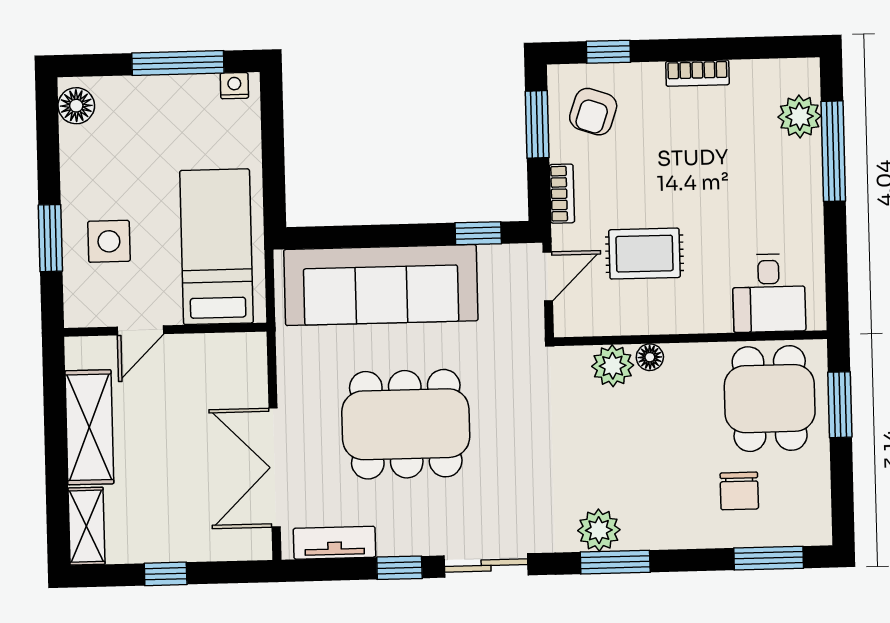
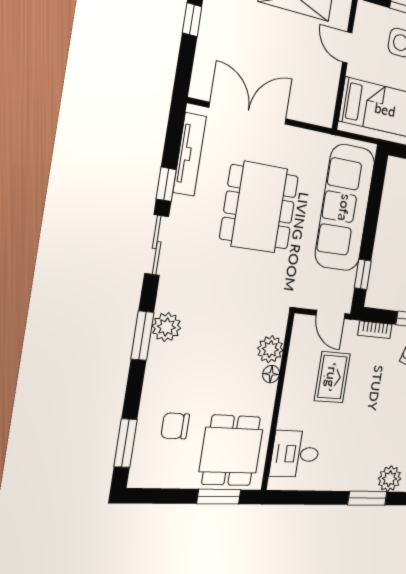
window: (833, 151) -> (367, 498), width x0.69
dining table: (770, 399) -> (231, 450), turned 90
tv unit: (334, 543) -> (190, 154), width x1.41

